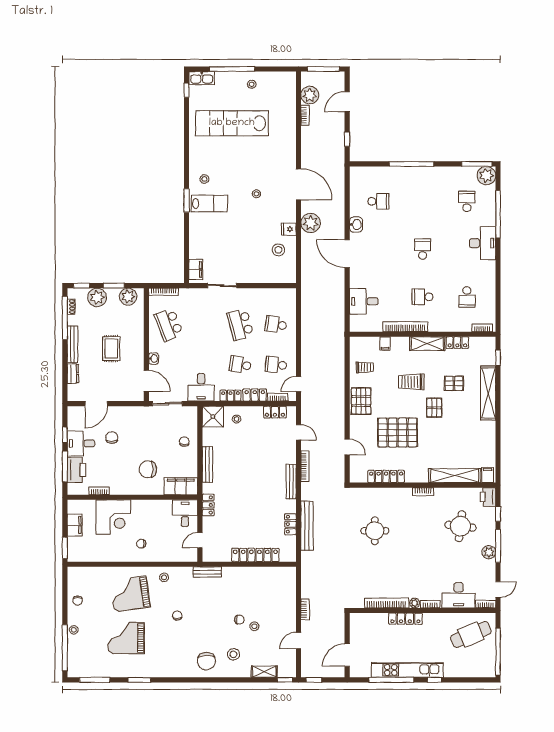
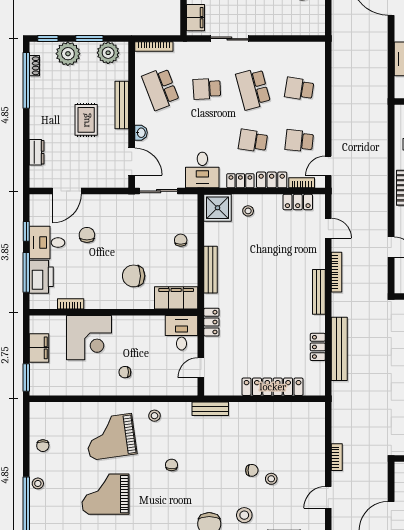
school desk: (205, 325) -> (207, 89), added
bench: (72, 344) -> (122, 105), moved

